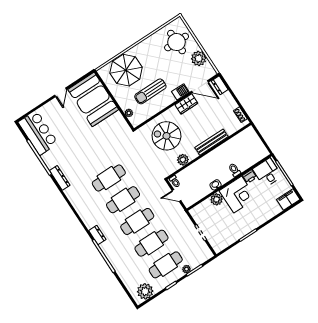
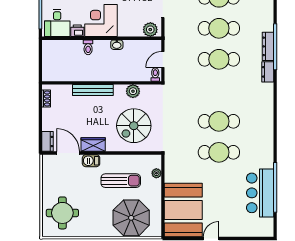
plant: (199, 58) -> (51, 182), removed
bar counter: (38, 133) -> (260, 193), moved
spiral stairs: (166, 136) -> (134, 126), turned 90
dresser: (60, 178) -> (268, 46), moved
door: (176, 196) -> (163, 60), swing flipped
plant: (216, 199) -> (150, 30), moved
cafe table: (123, 200) -> (219, 152), moved

